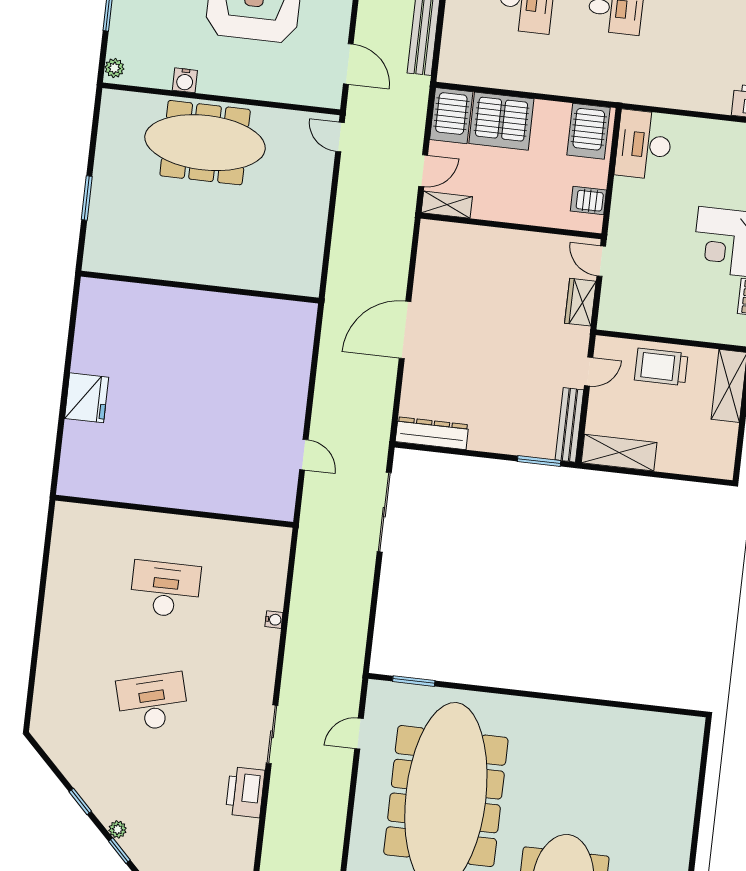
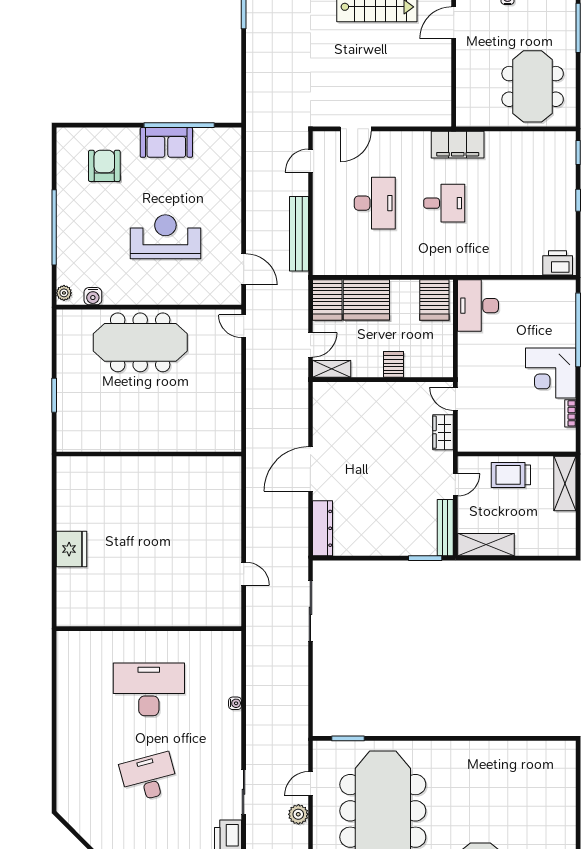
water cooler: (185, 80) -> (93, 296), moved
server rack: (588, 201) -> (394, 364), moved, turned 90
dresser: (432, 433) -> (323, 528), moved, turned 90
desk: (165, 589) -> (149, 689), width x1.36, depth x1.30
plant: (339, 771) -> (298, 814), added

